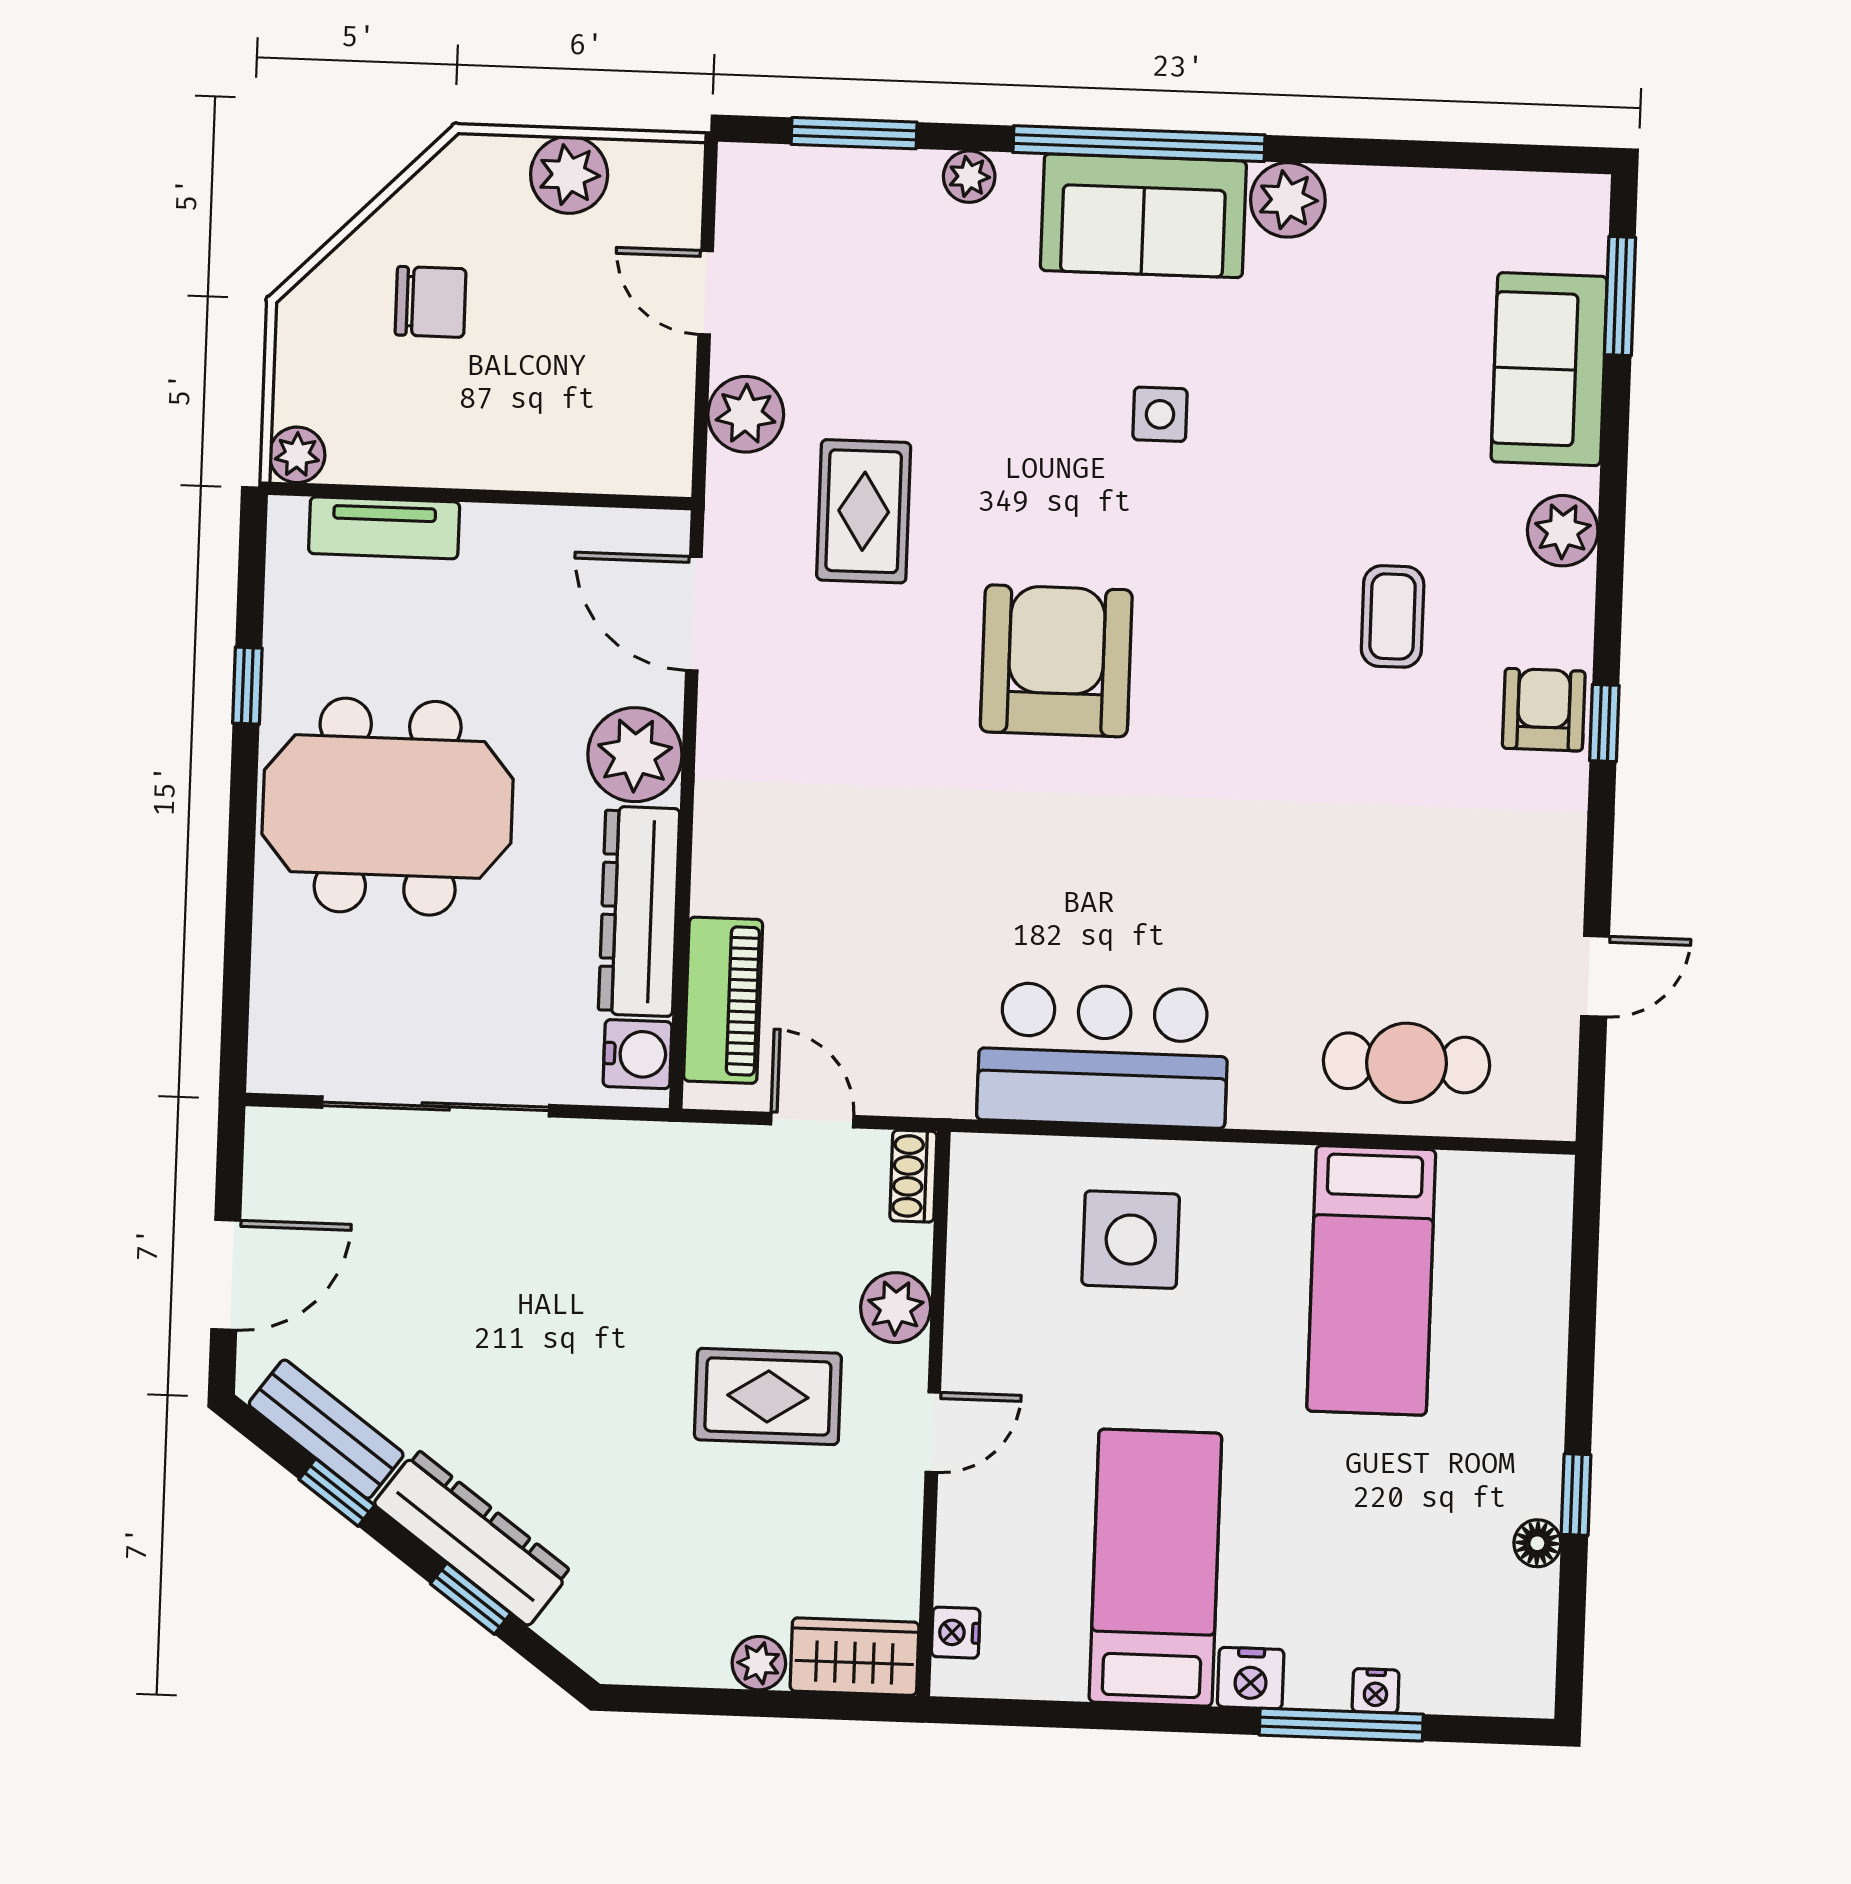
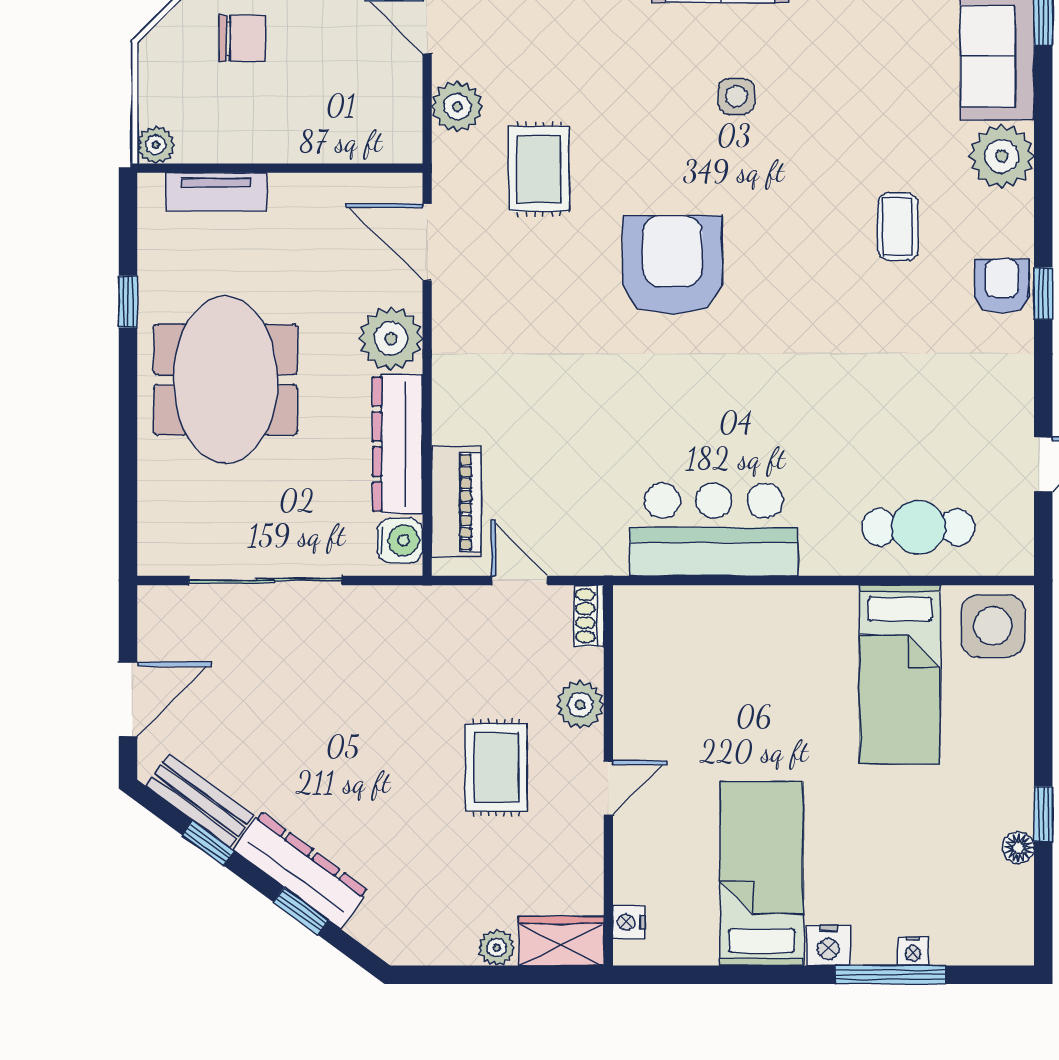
plant: (1563, 531) -> (1002, 156), width x1.36, depth x1.36
meeting table: (388, 807) -> (225, 380), turned 90
side table: (1131, 1240) -> (993, 626), moved
rug: (768, 1396) -> (496, 768), turned 90

